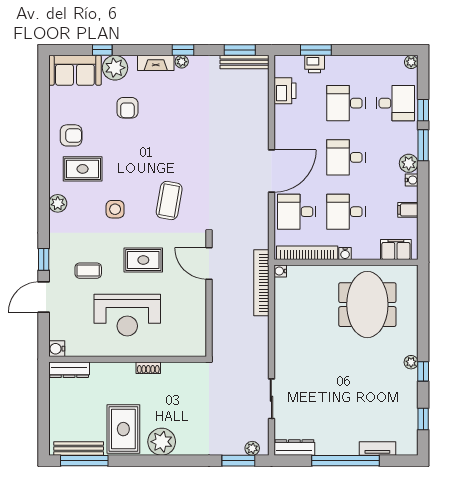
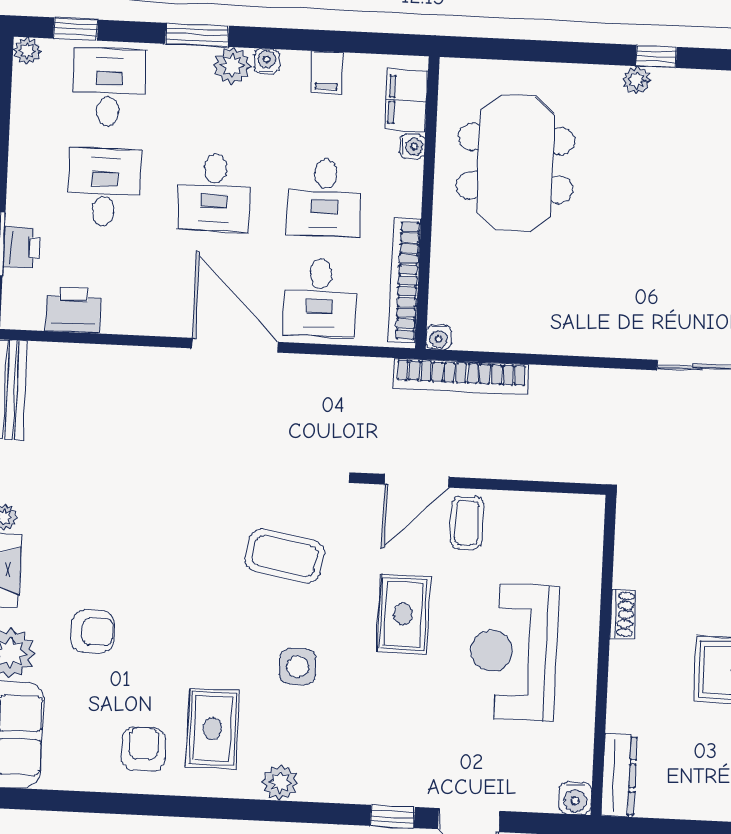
desk: (346, 103) -> (104, 187), turned 180
window: (423, 110) -> (76, 29), moved
water cooler: (345, 254) -> (412, 146), moved
coffee table: (88, 271) -> (467, 523), moved
meeting table: (367, 305) -> (515, 163), turned 90
reception desk: (127, 315) -> (514, 652), turned 180

